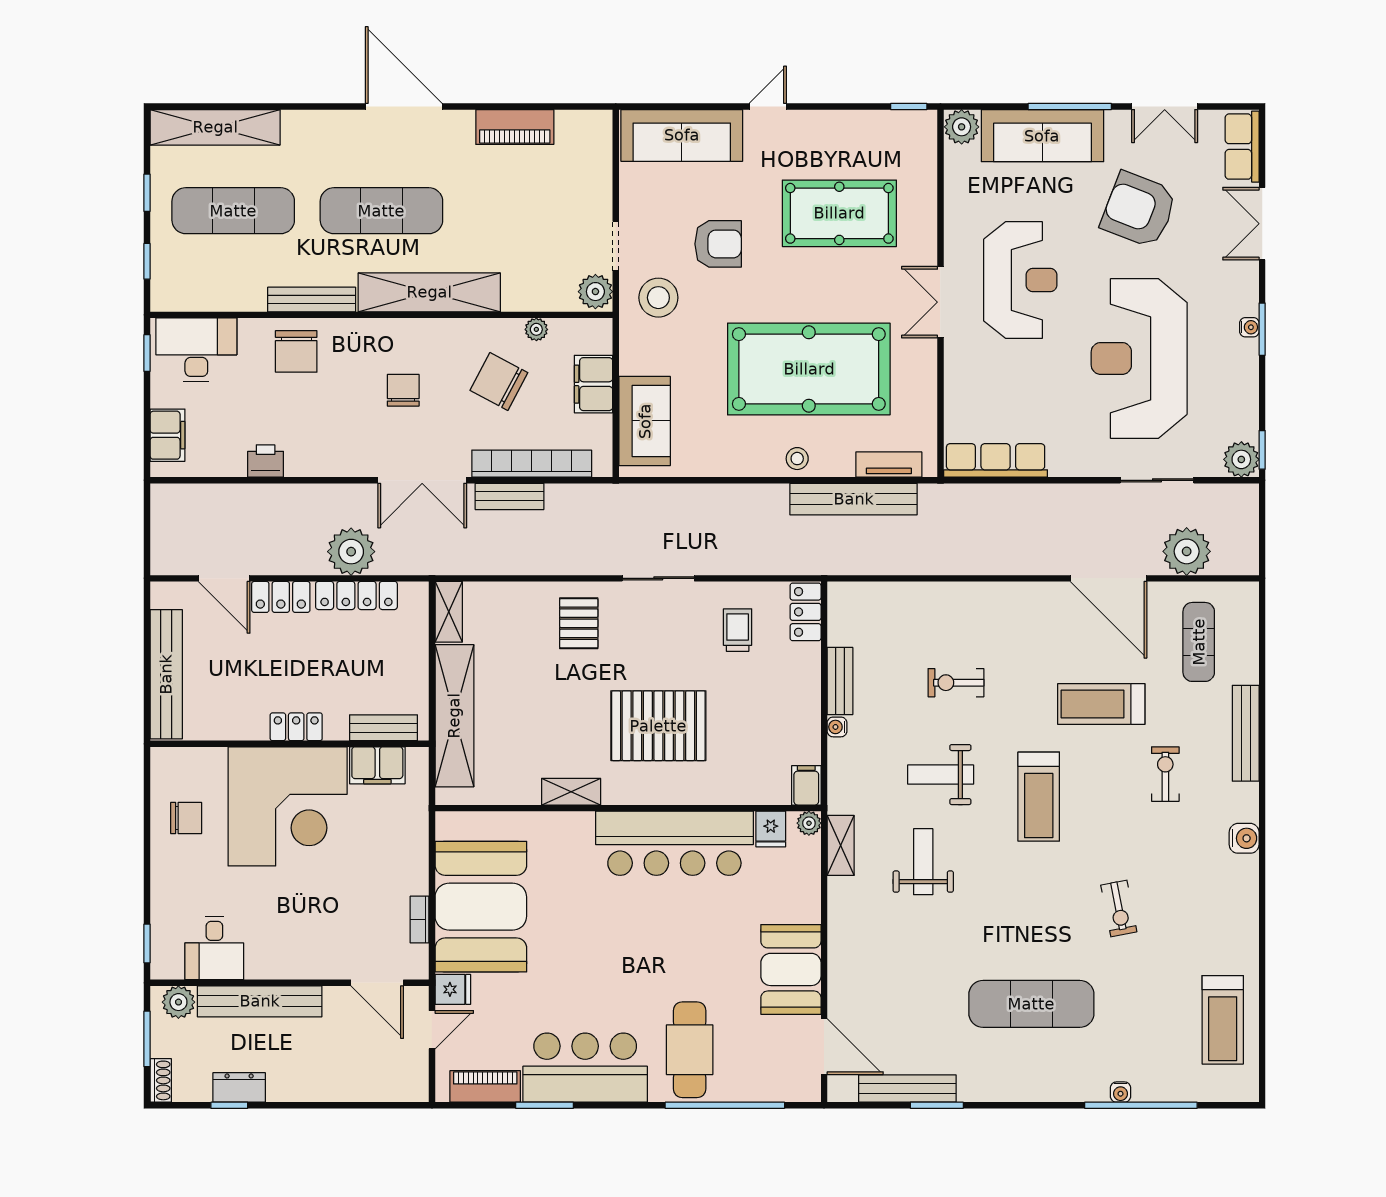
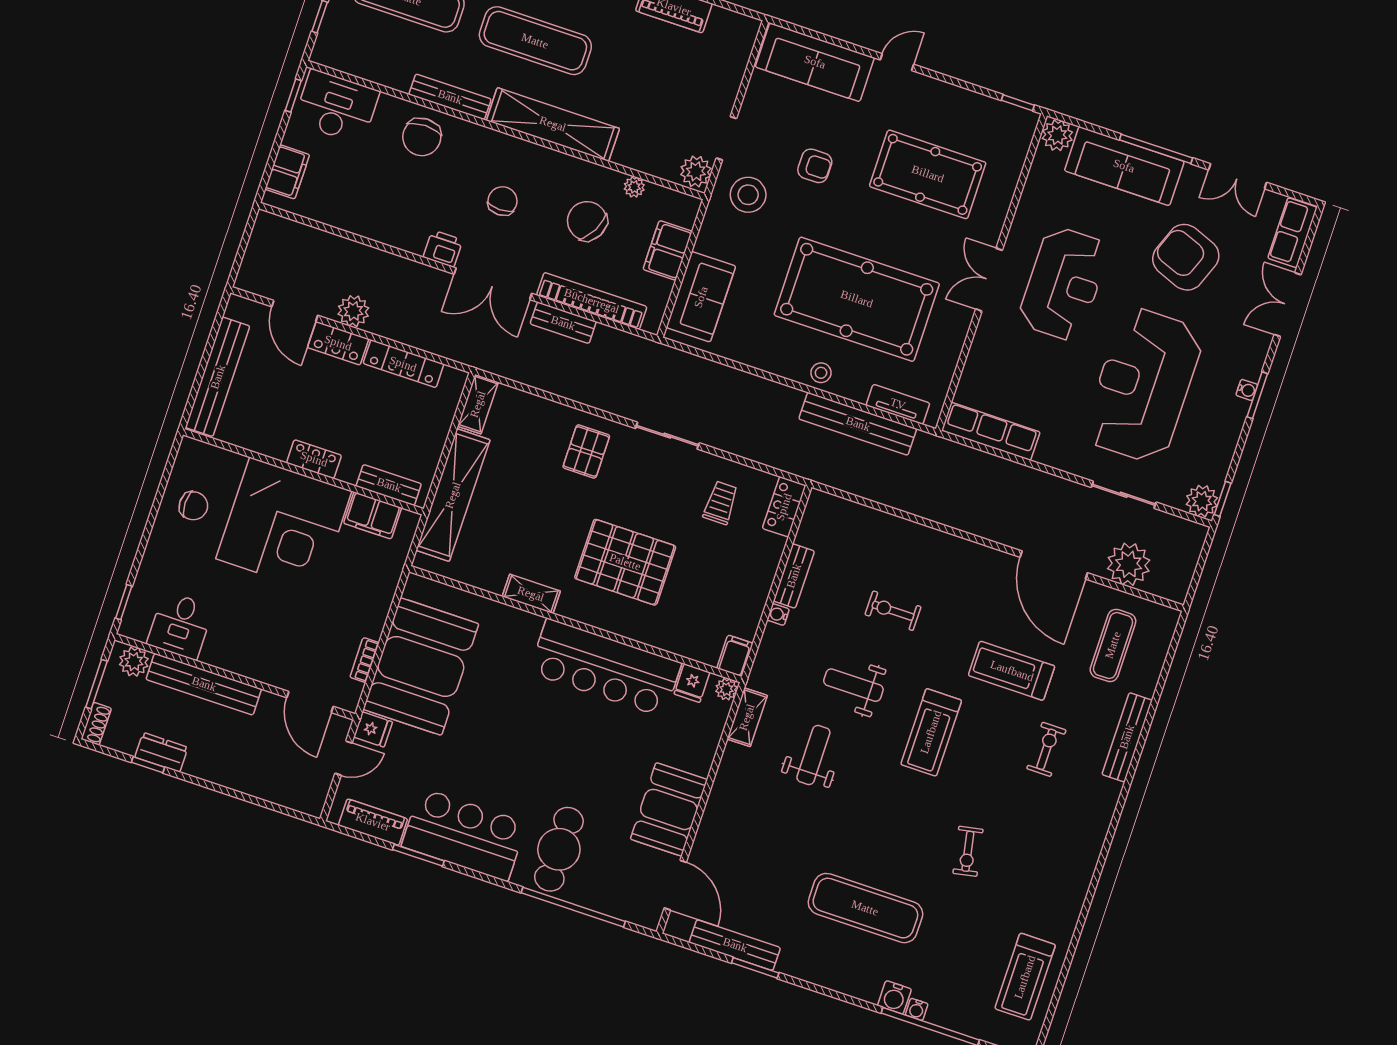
armchair: (718, 244) -> (815, 166), width x0.72, depth x0.72
printer: (266, 461) -> (443, 249), moved
plant: (351, 552) -> (353, 311), moved, width x0.73, depth x0.73
water cooler: (1244, 838) -> (894, 997), moved, turned 90

